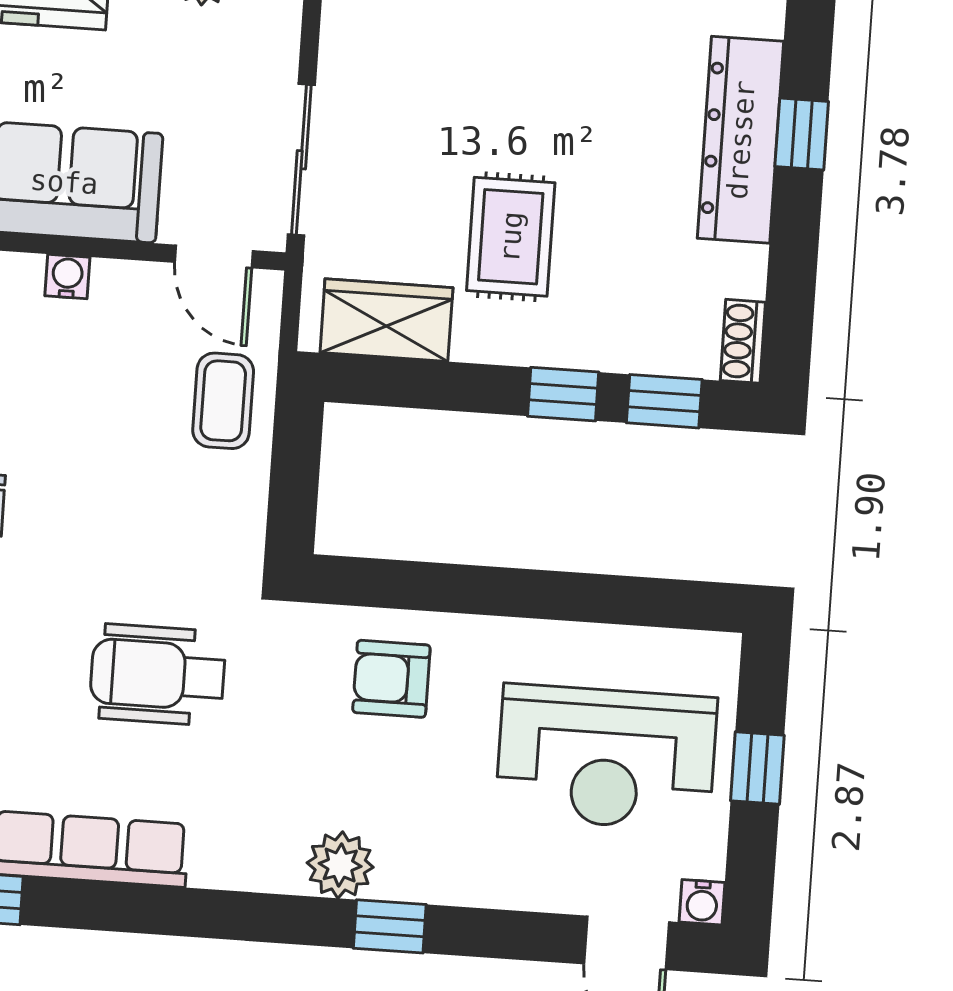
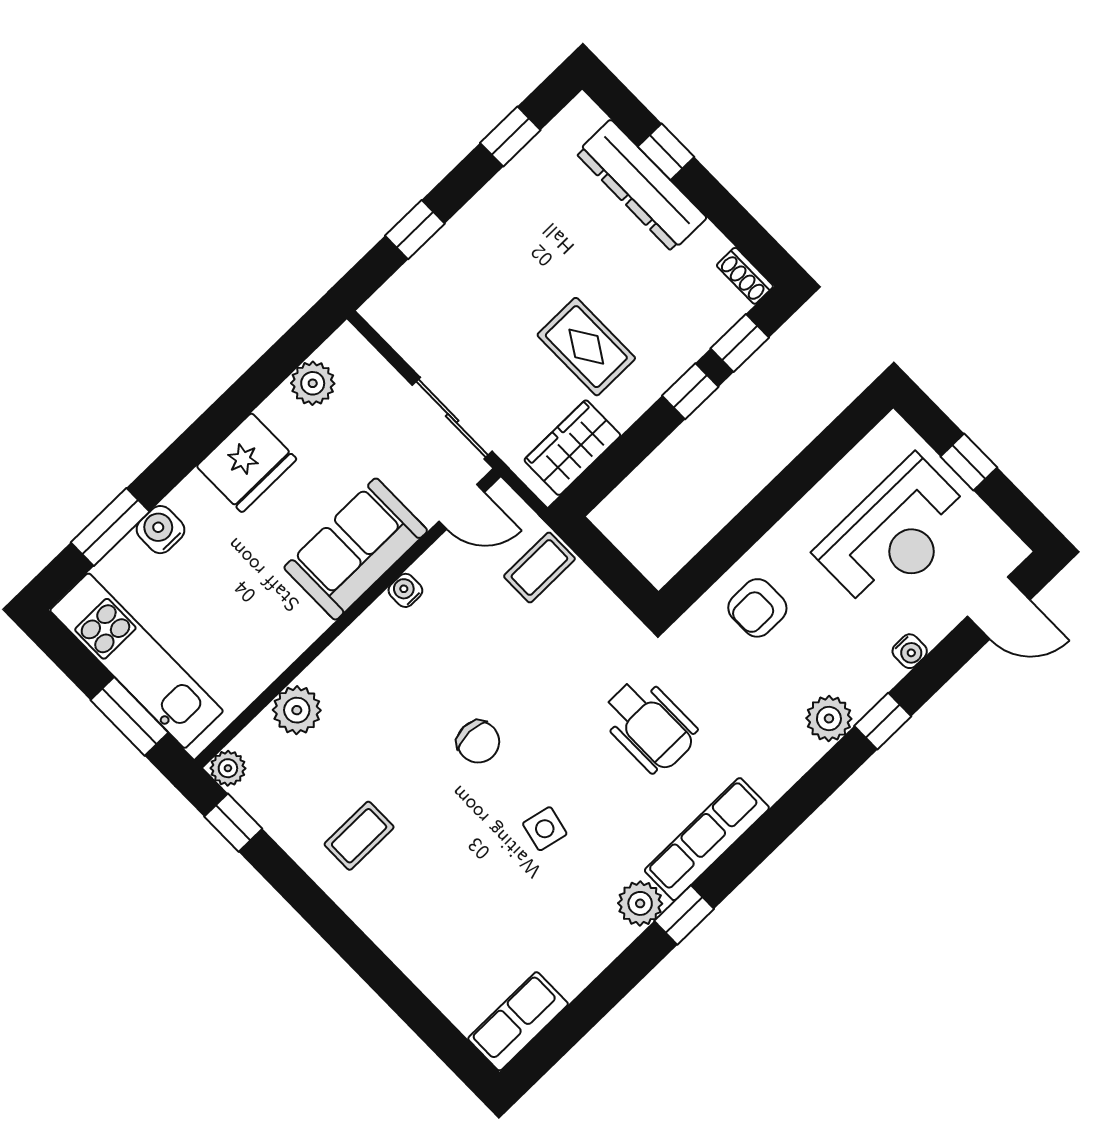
coffee table: (223, 401) -> (539, 568), turned 90
wheelchair: (158, 675) -> (649, 725), turned -90
water cooler: (702, 902) -> (910, 651), moved

